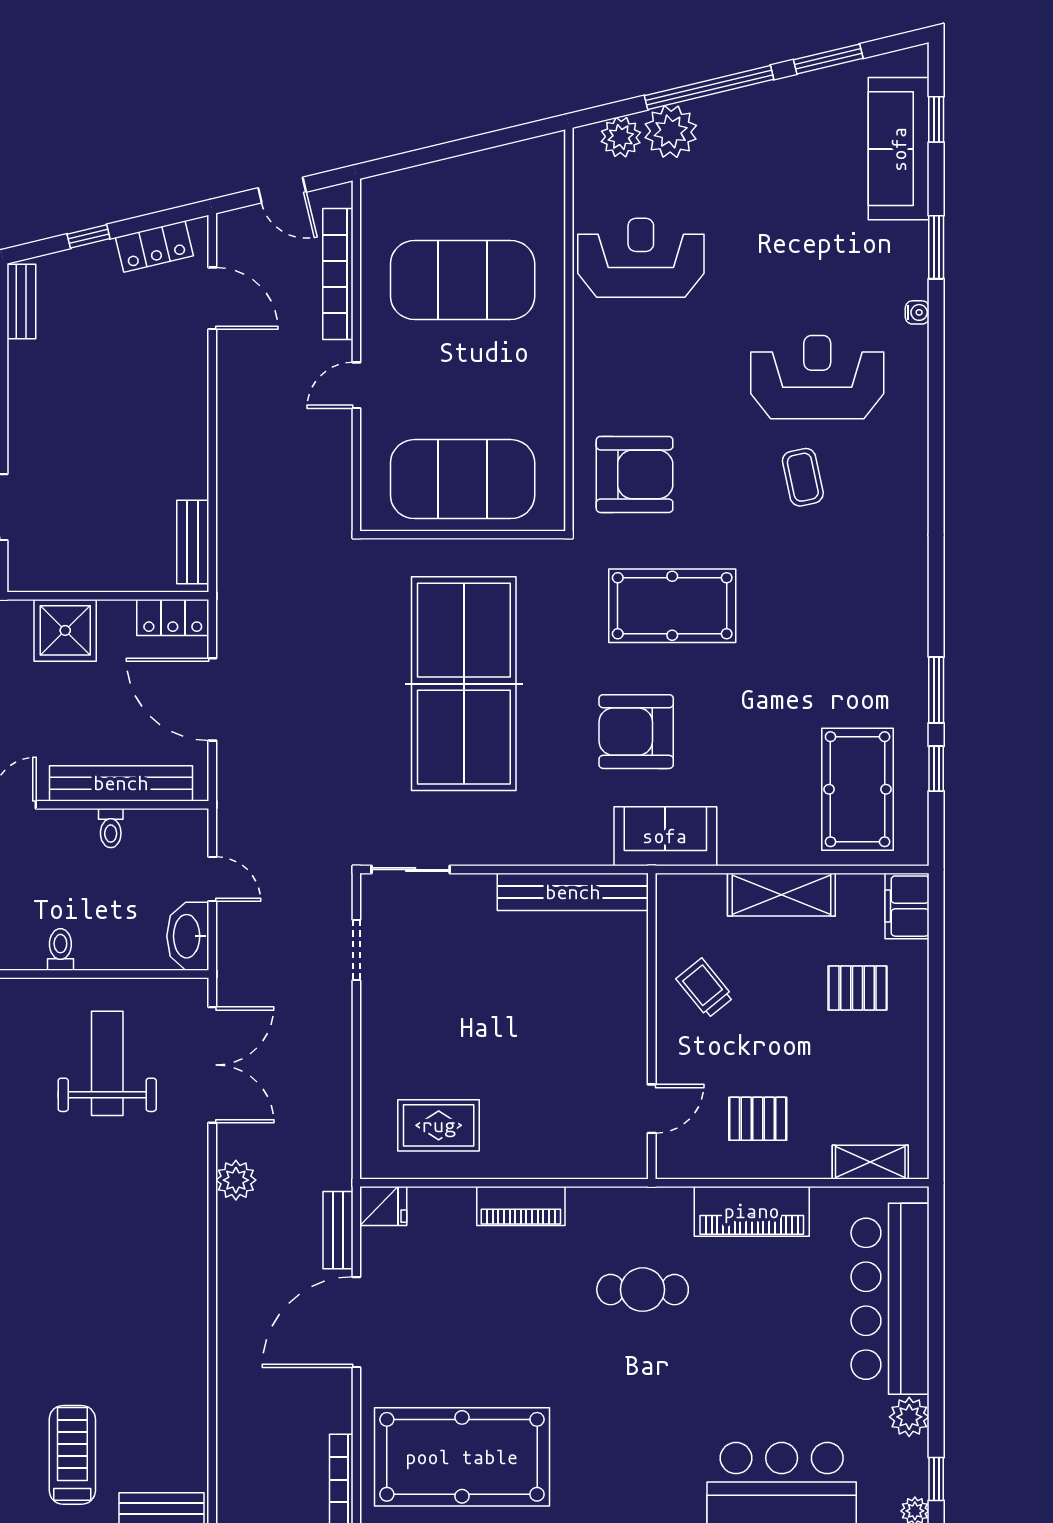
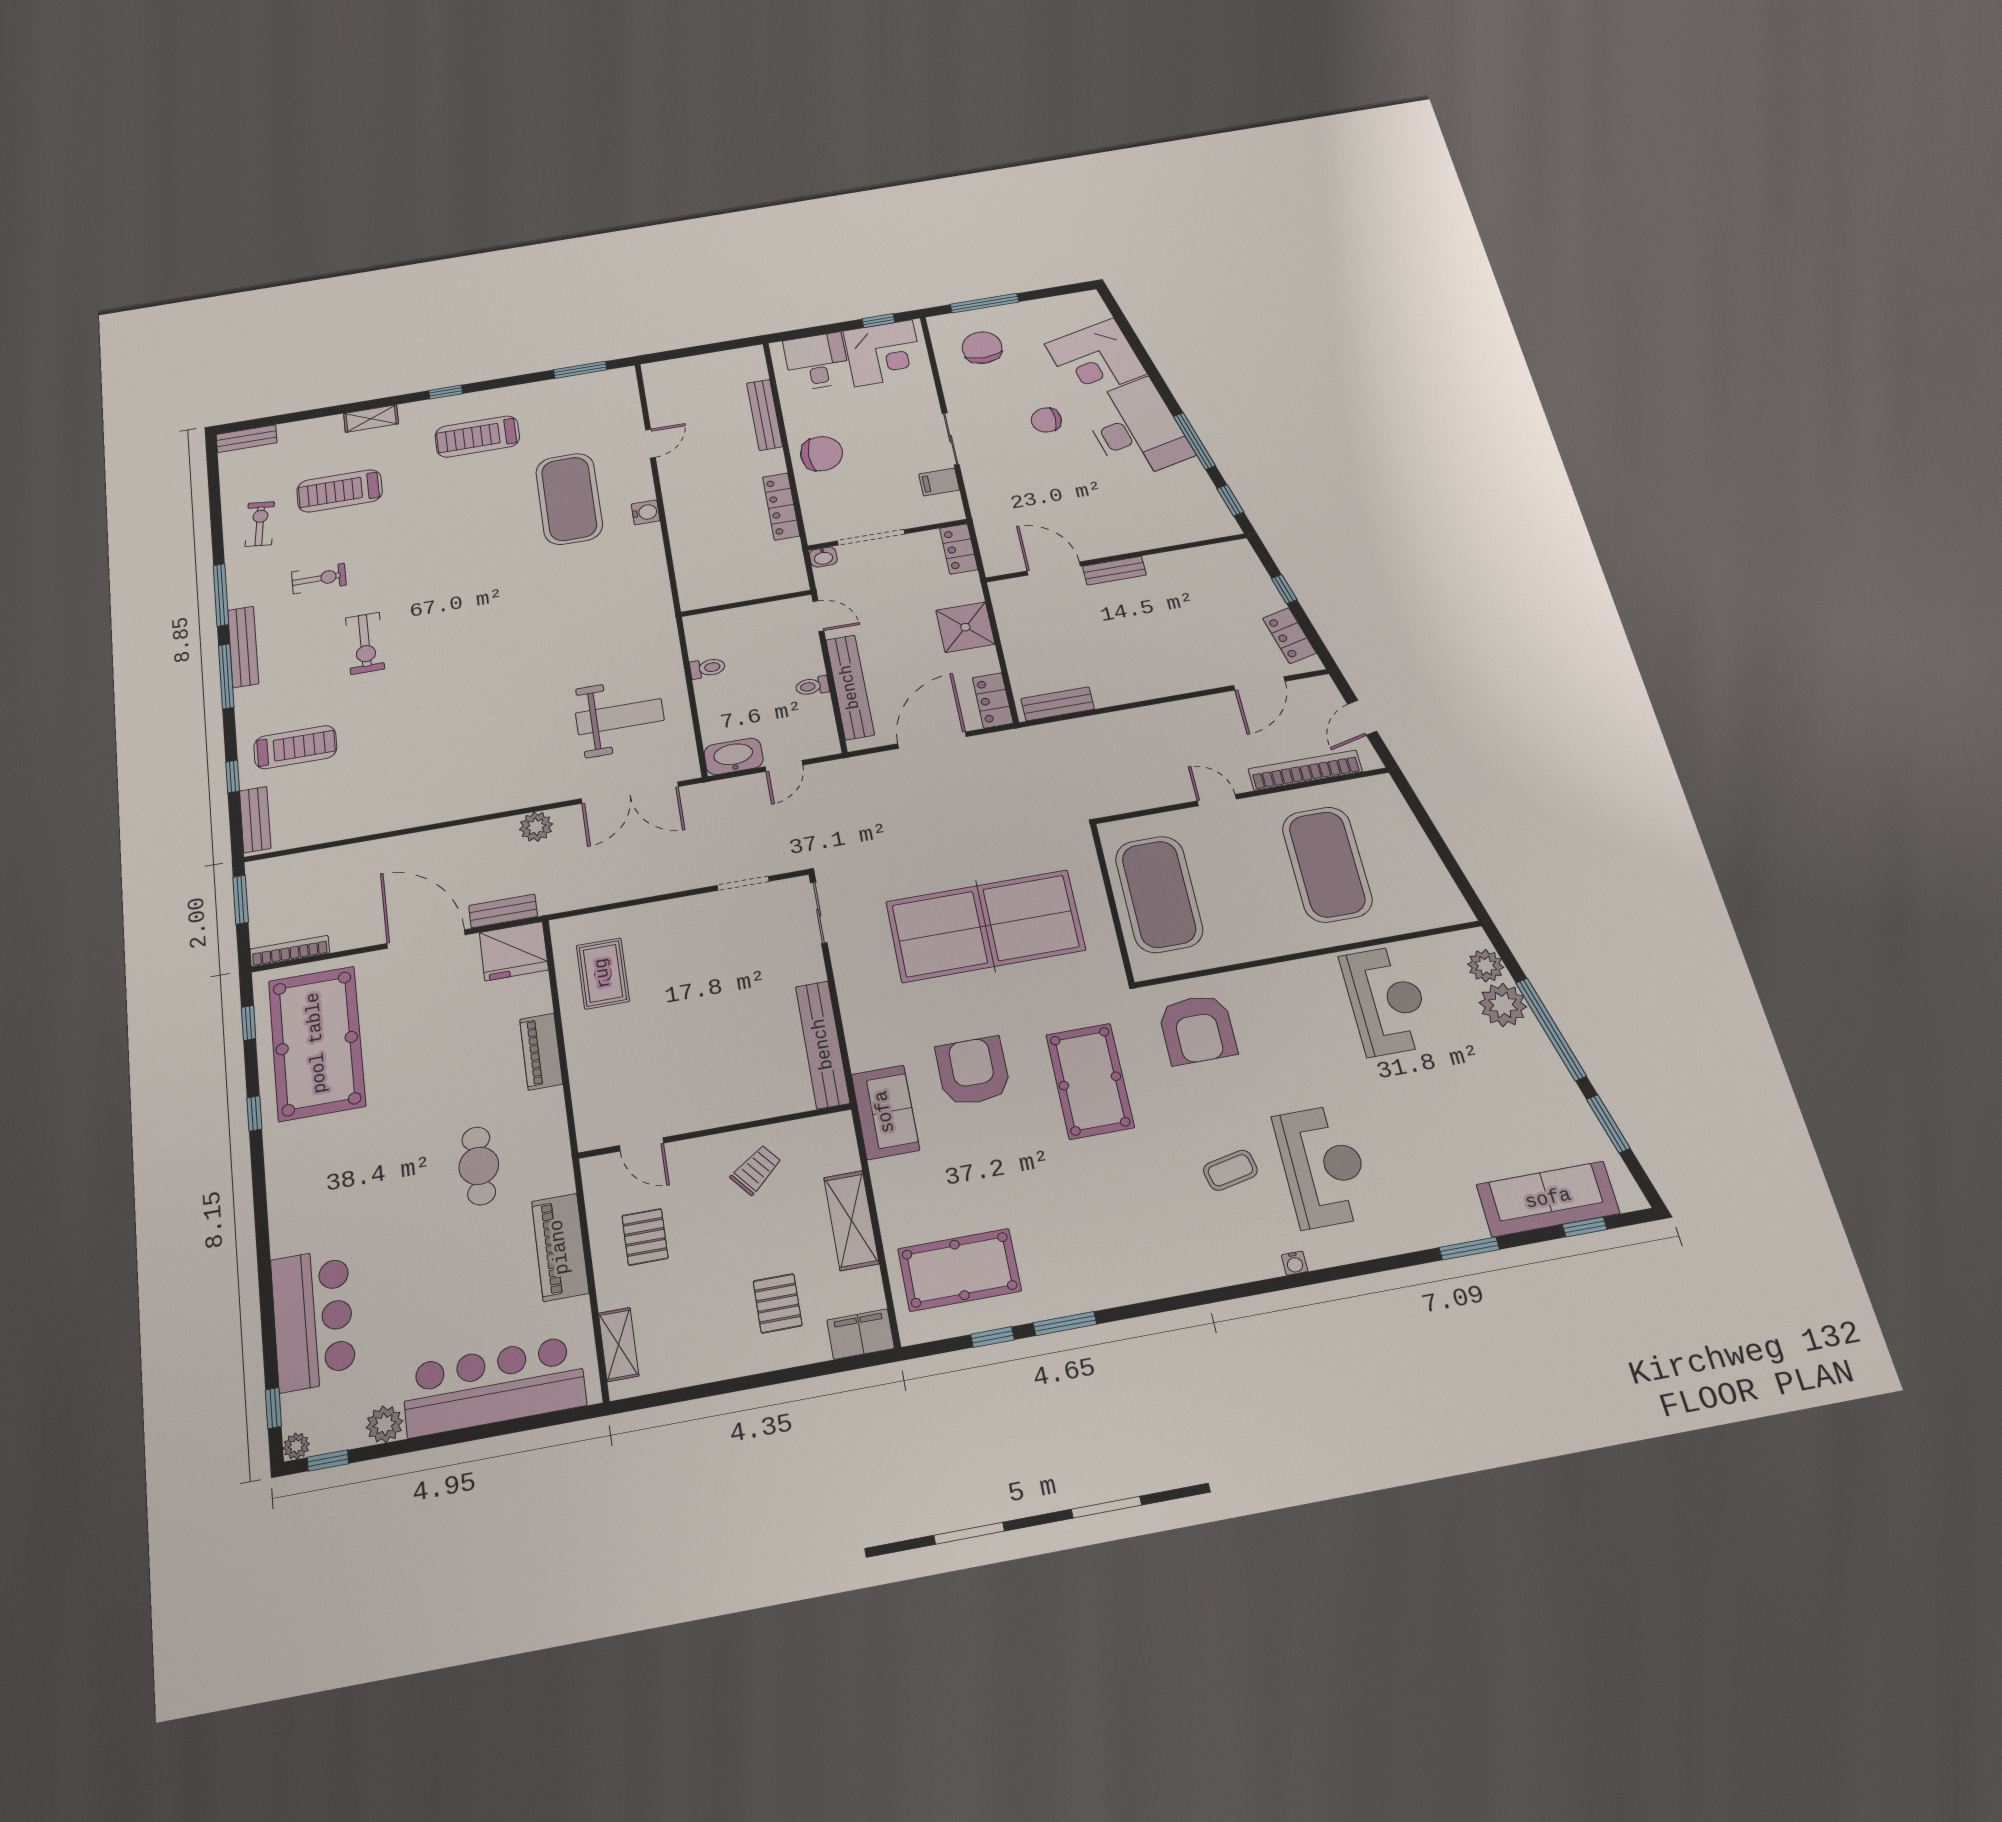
bench: (21, 301) -> (1114, 571), moved
water cooler: (917, 312) -> (1295, 1263), moved
fridge: (383, 1206) -> (514, 951), width x1.88, depth x1.34

